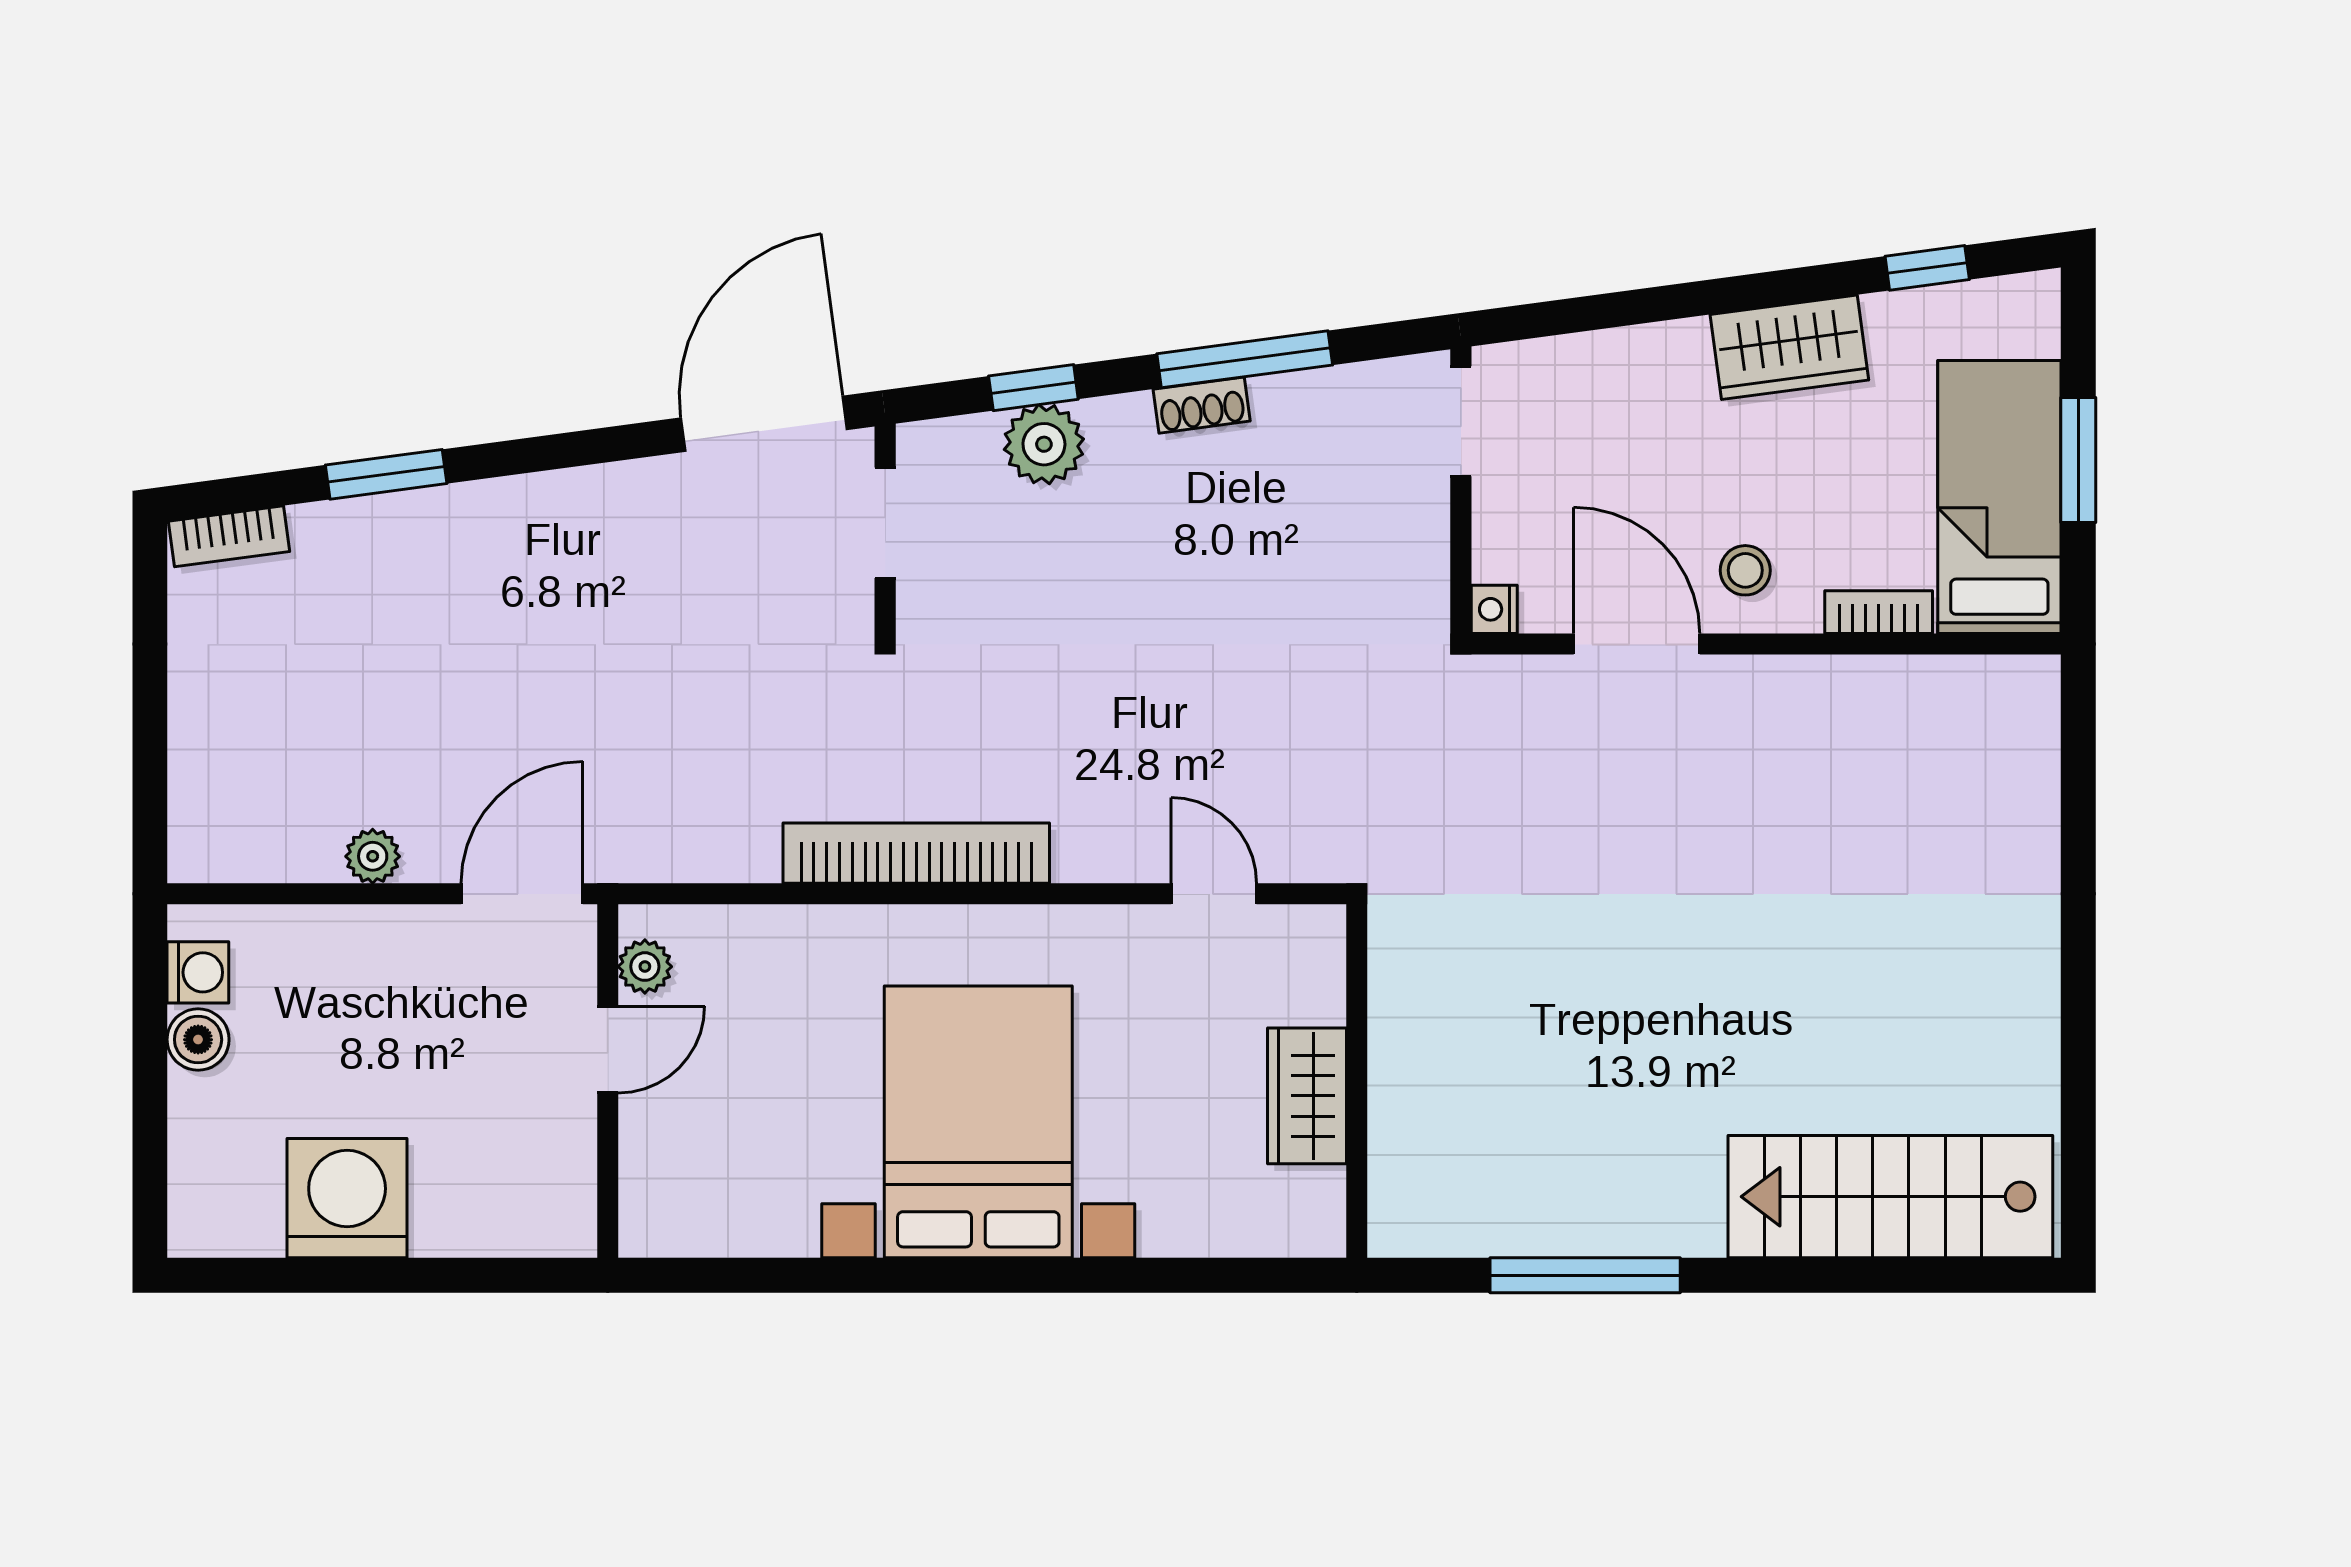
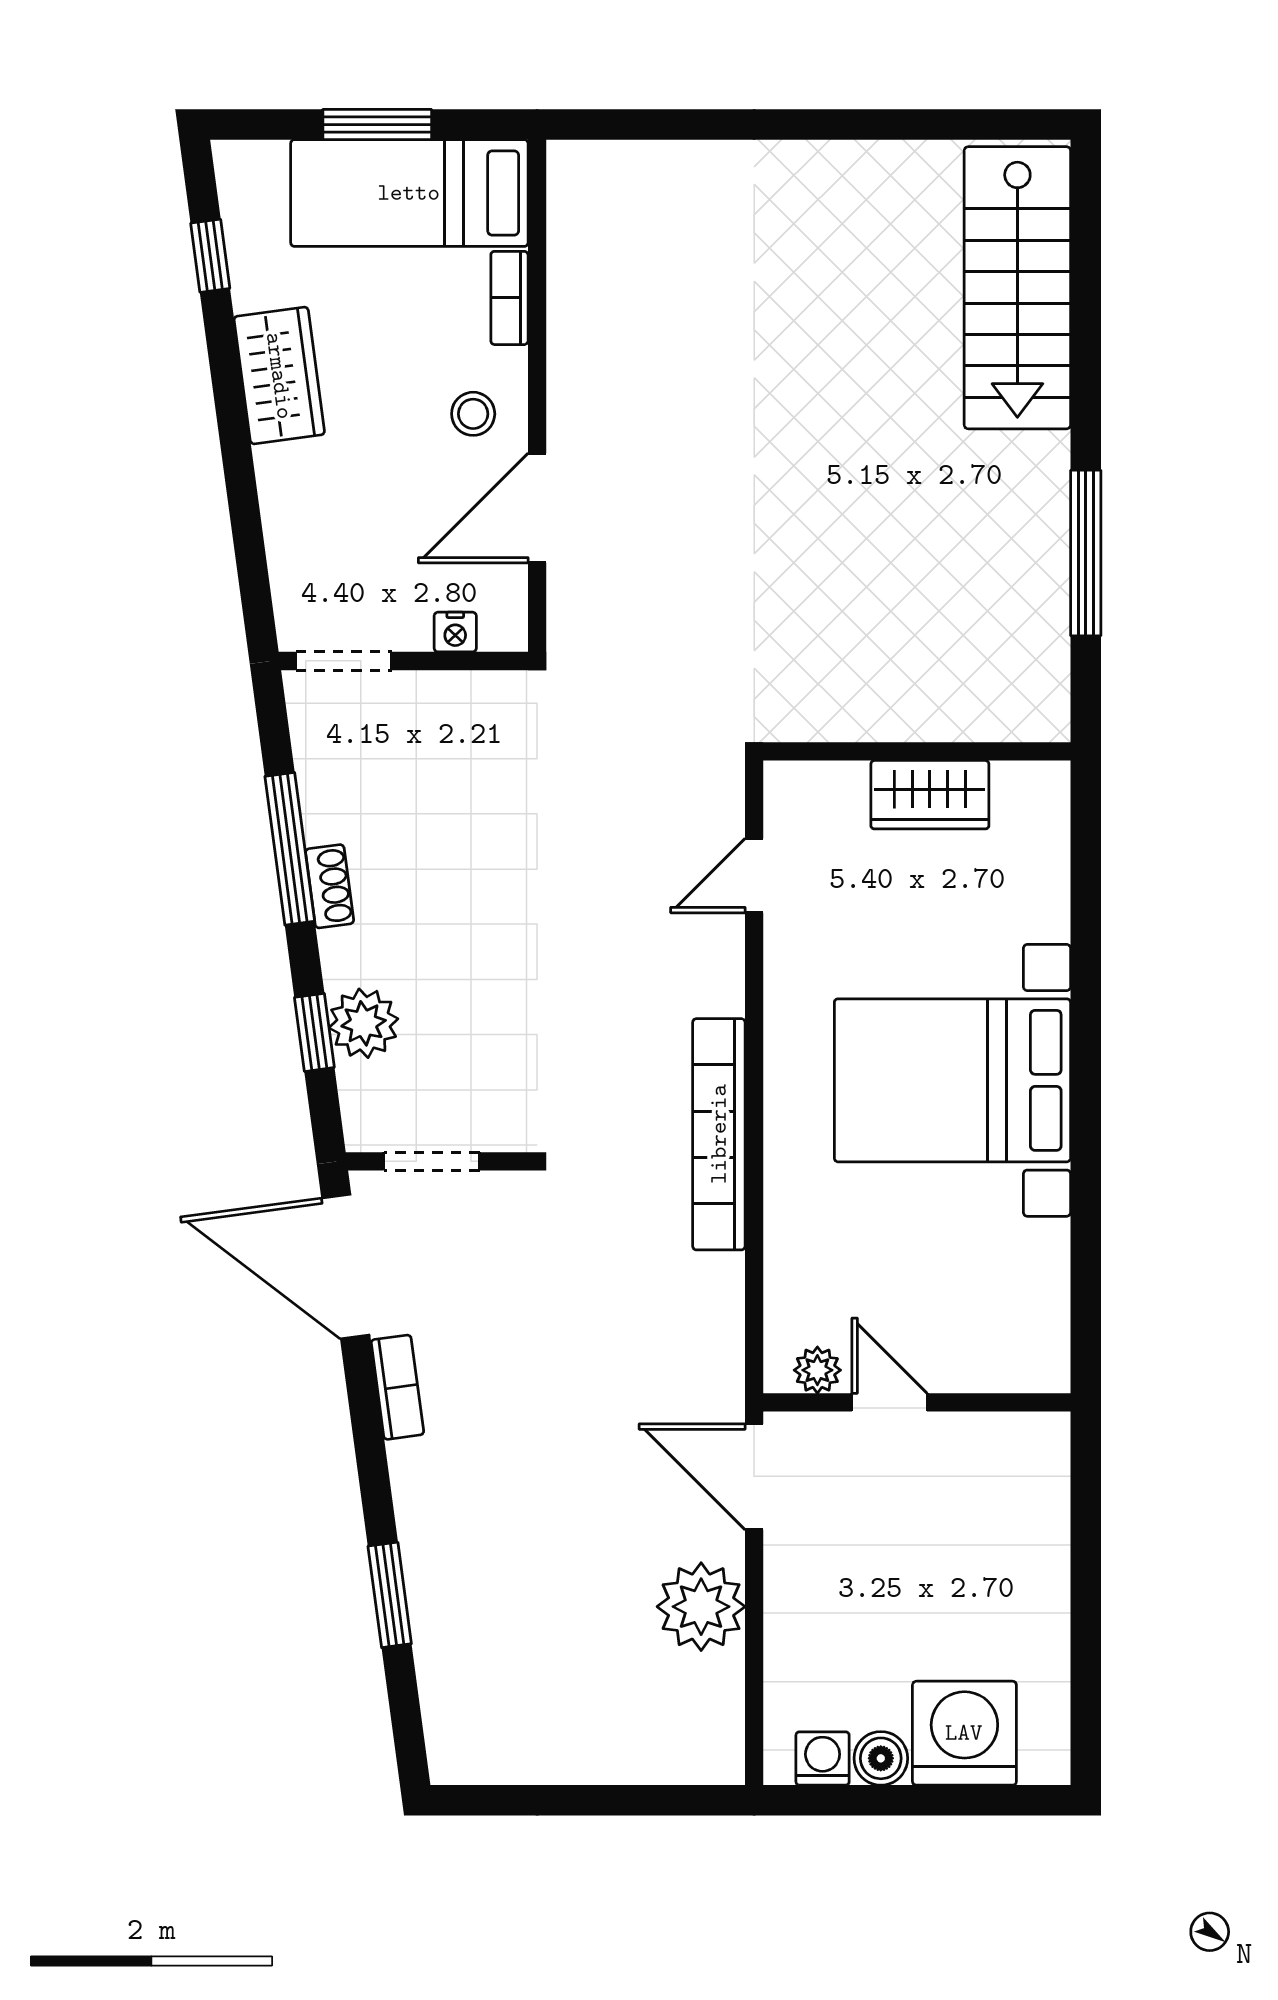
bookcase: (229, 536) -> (397, 1387), moved
nightstand: (1494, 609) -> (455, 632), moved
plant: (373, 856) -> (701, 1607), width x1.88, depth x1.88
washing machine: (347, 1198) -> (964, 1733), moved, turned 90

